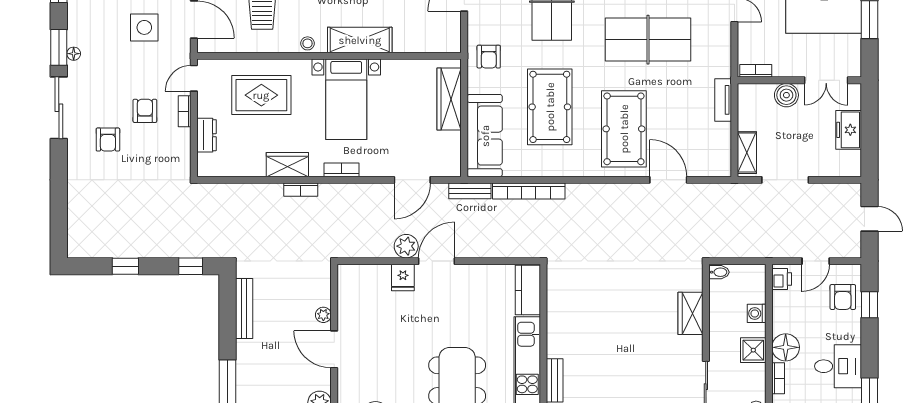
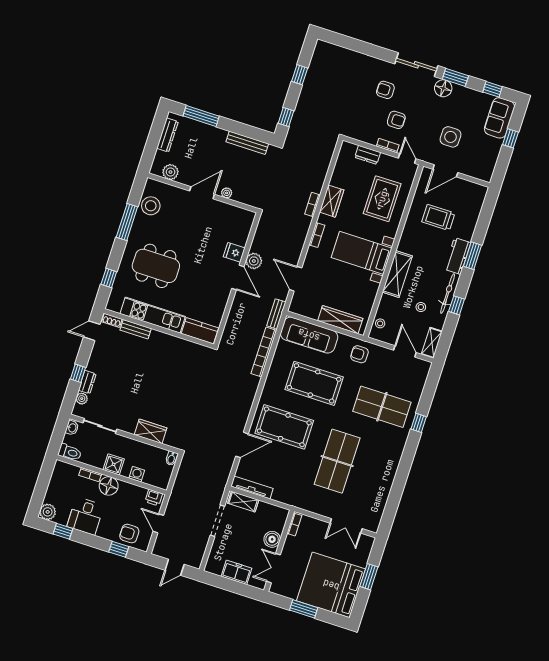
stool: (307, 43) -> (380, 323), moved
floor lamp: (74, 54) -> (443, 88), width x1.89, depth x1.89
tv unit: (723, 100) -> (252, 487), moved, width x1.41

